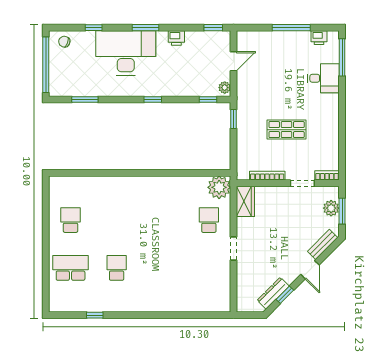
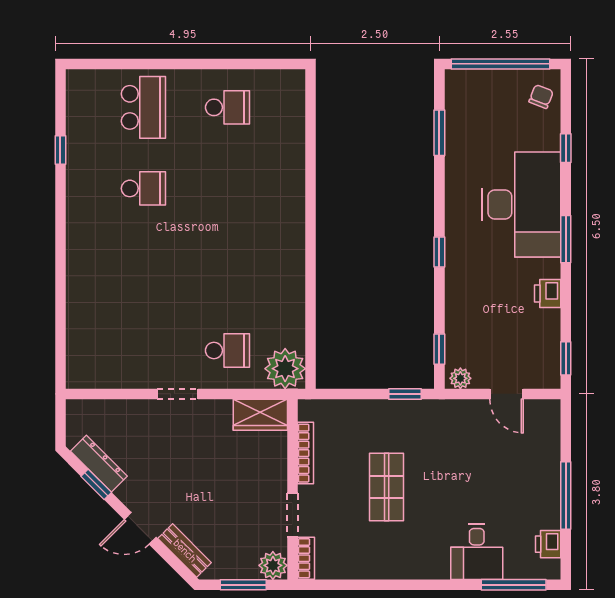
plant: (331, 208) -> (273, 565), moved

